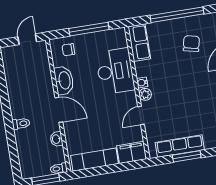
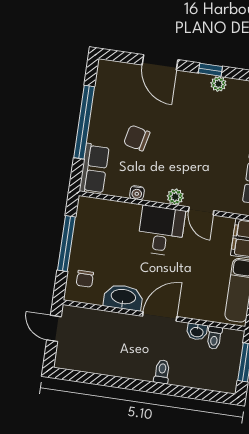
row of seats: (139, 43) -> (94, 169), moved, turned 90
chair: (191, 44) -> (137, 138), moved
desk: (115, 71) -> (161, 231), moved, width x0.73
water cooler: (142, 83) -> (137, 193), moved
toilet: (59, 169) -> (214, 338), moved

